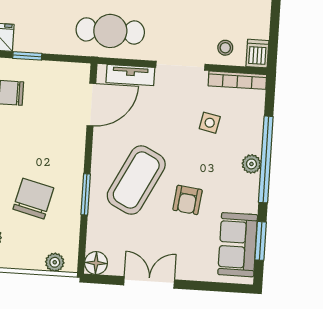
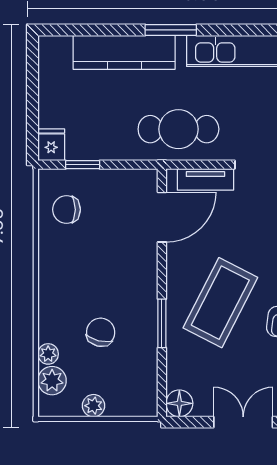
chair: (33, 199) -> (101, 332), width x0.73, depth x0.73
plant: (55, 262) -> (94, 406), moved

